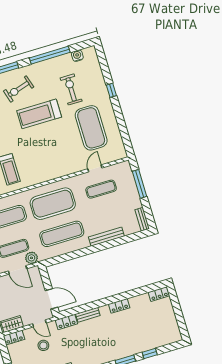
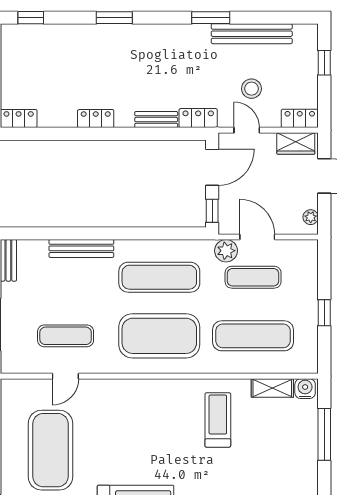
window: (45, 276) -> (212, 211), added
door: (52, 299) -> (212, 167), swing flipped
window: (150, 353) -> (31, 18), moved

